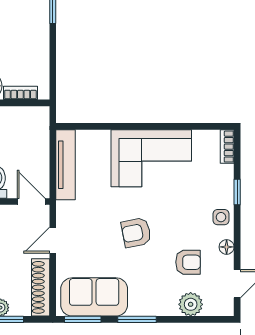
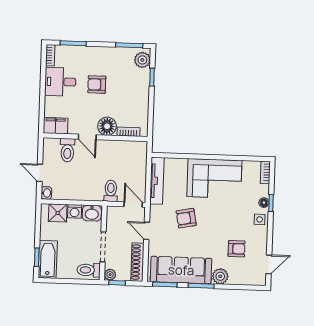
armchair: (136, 233) -> (186, 218), moved
door: (53, 240) -> (147, 231), hinge flipped
floor lamp: (227, 247) -> (264, 203), moved
sofa: (94, 297) -> (181, 270), width x1.36
plant: (191, 304) -> (220, 276), moved

